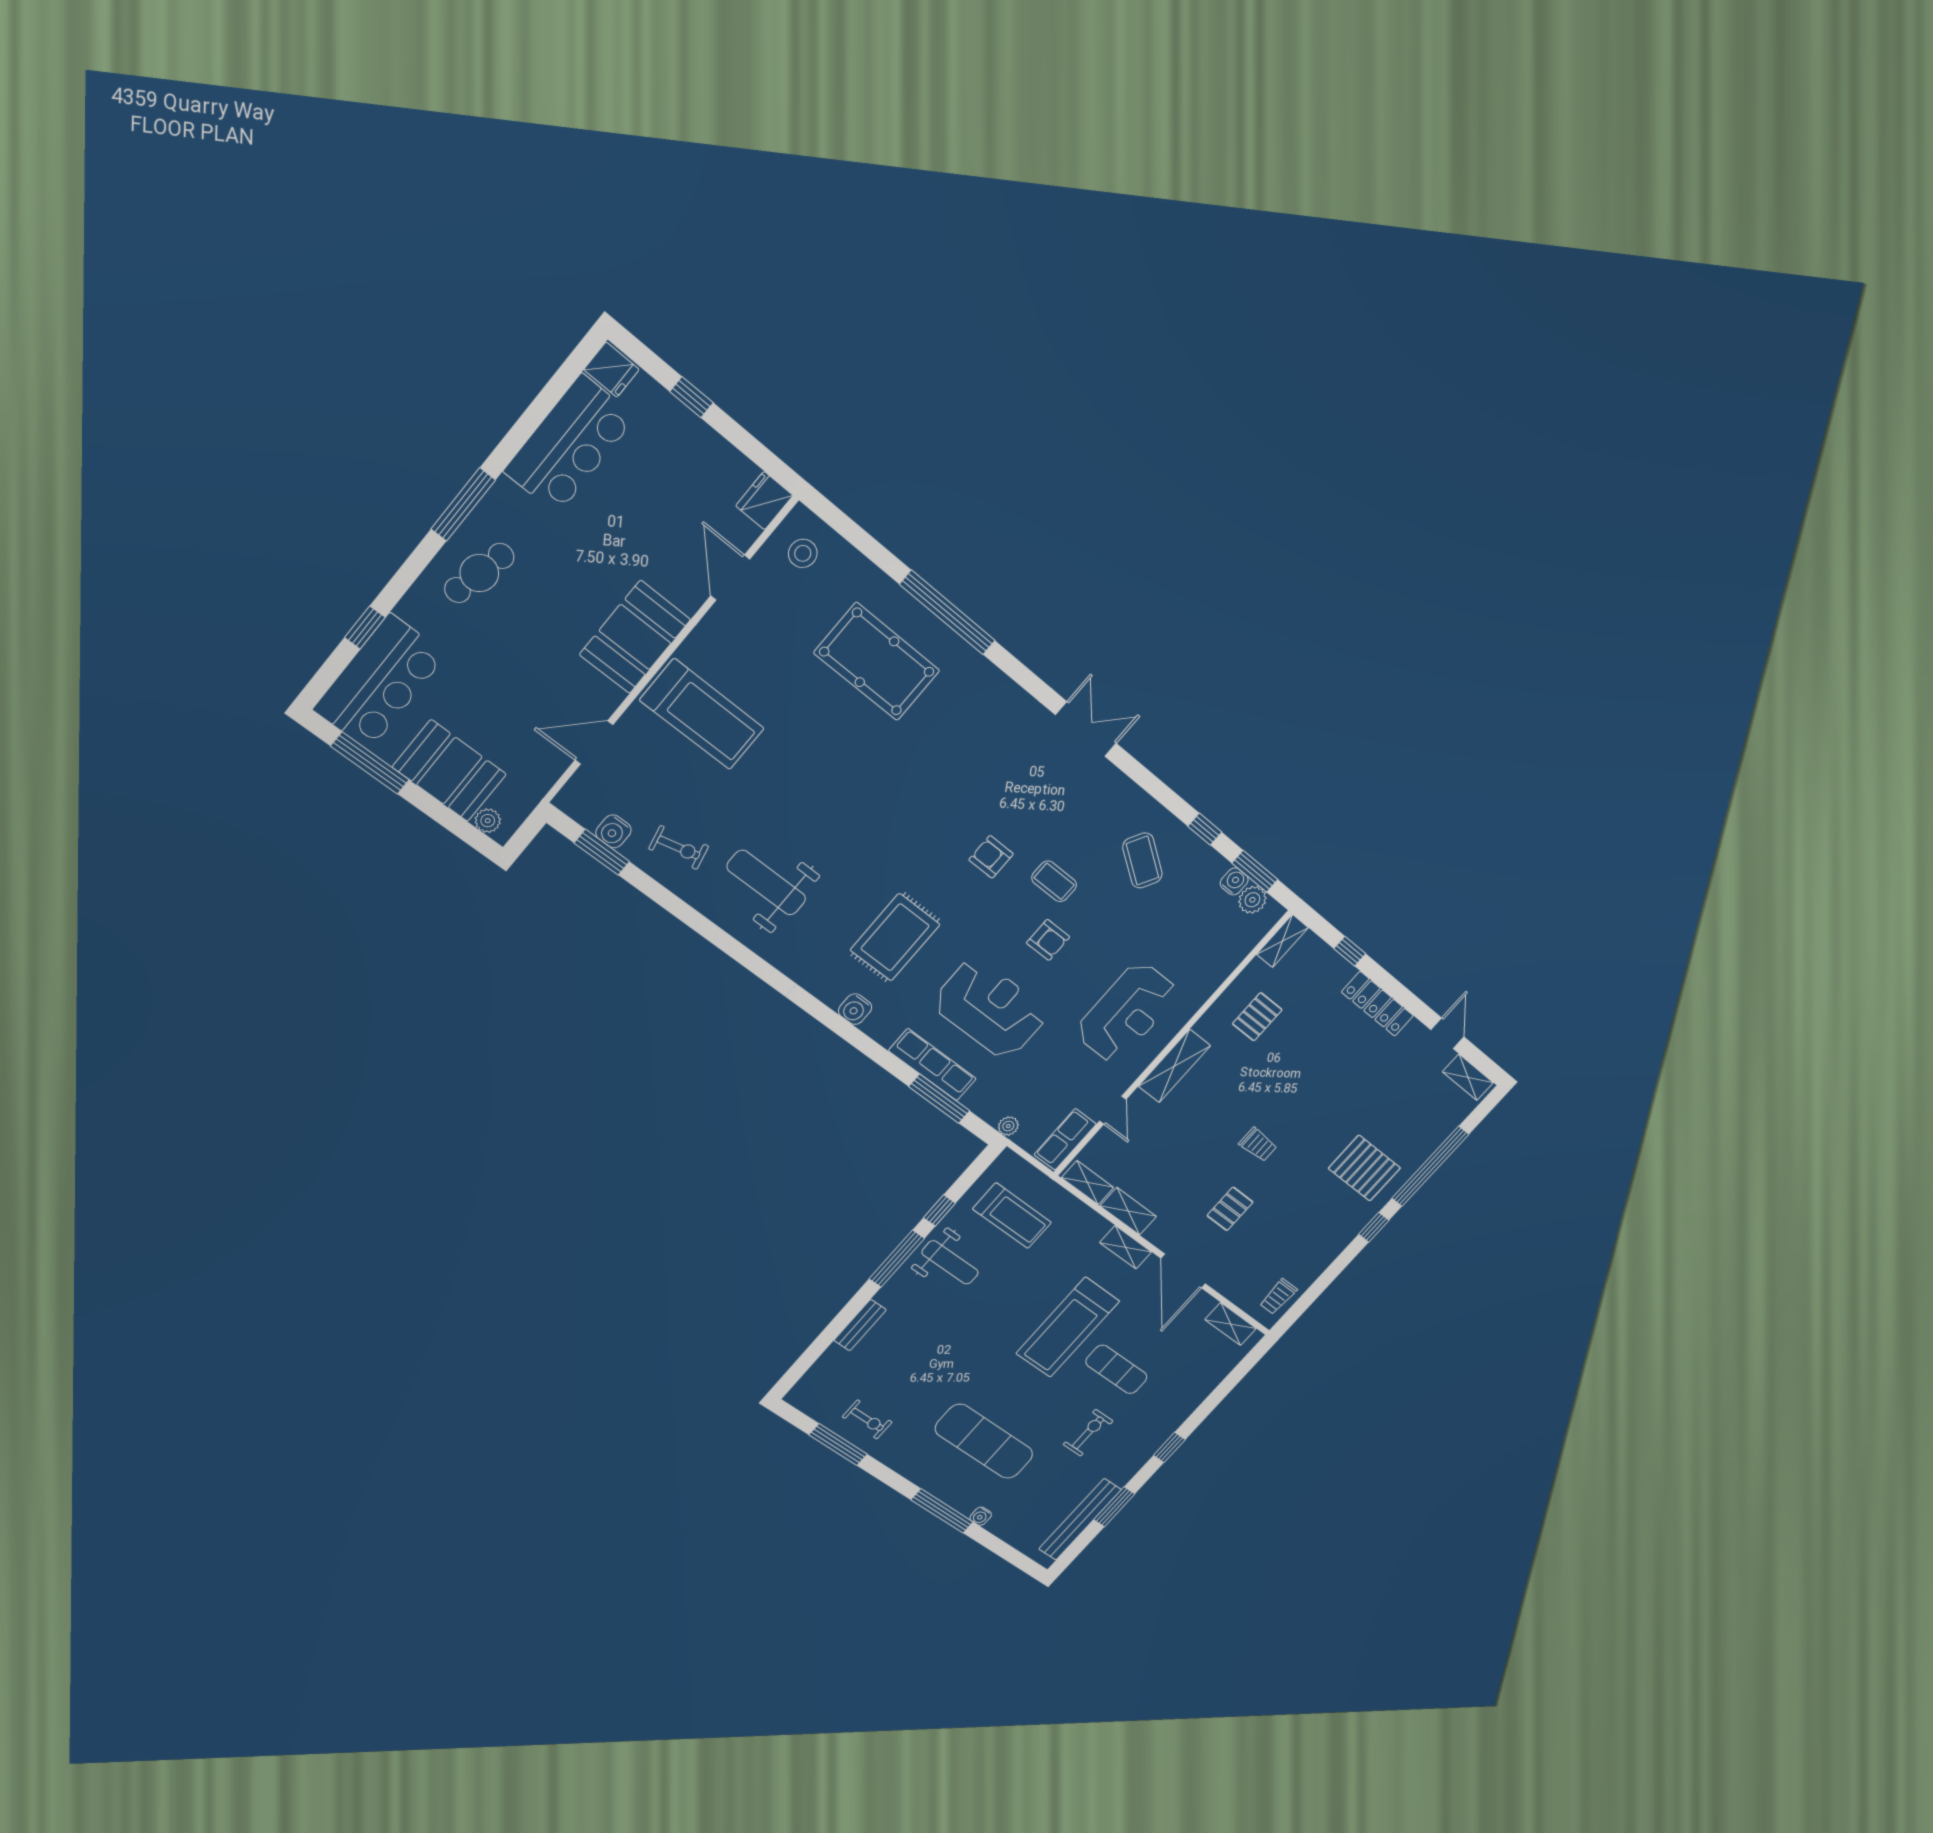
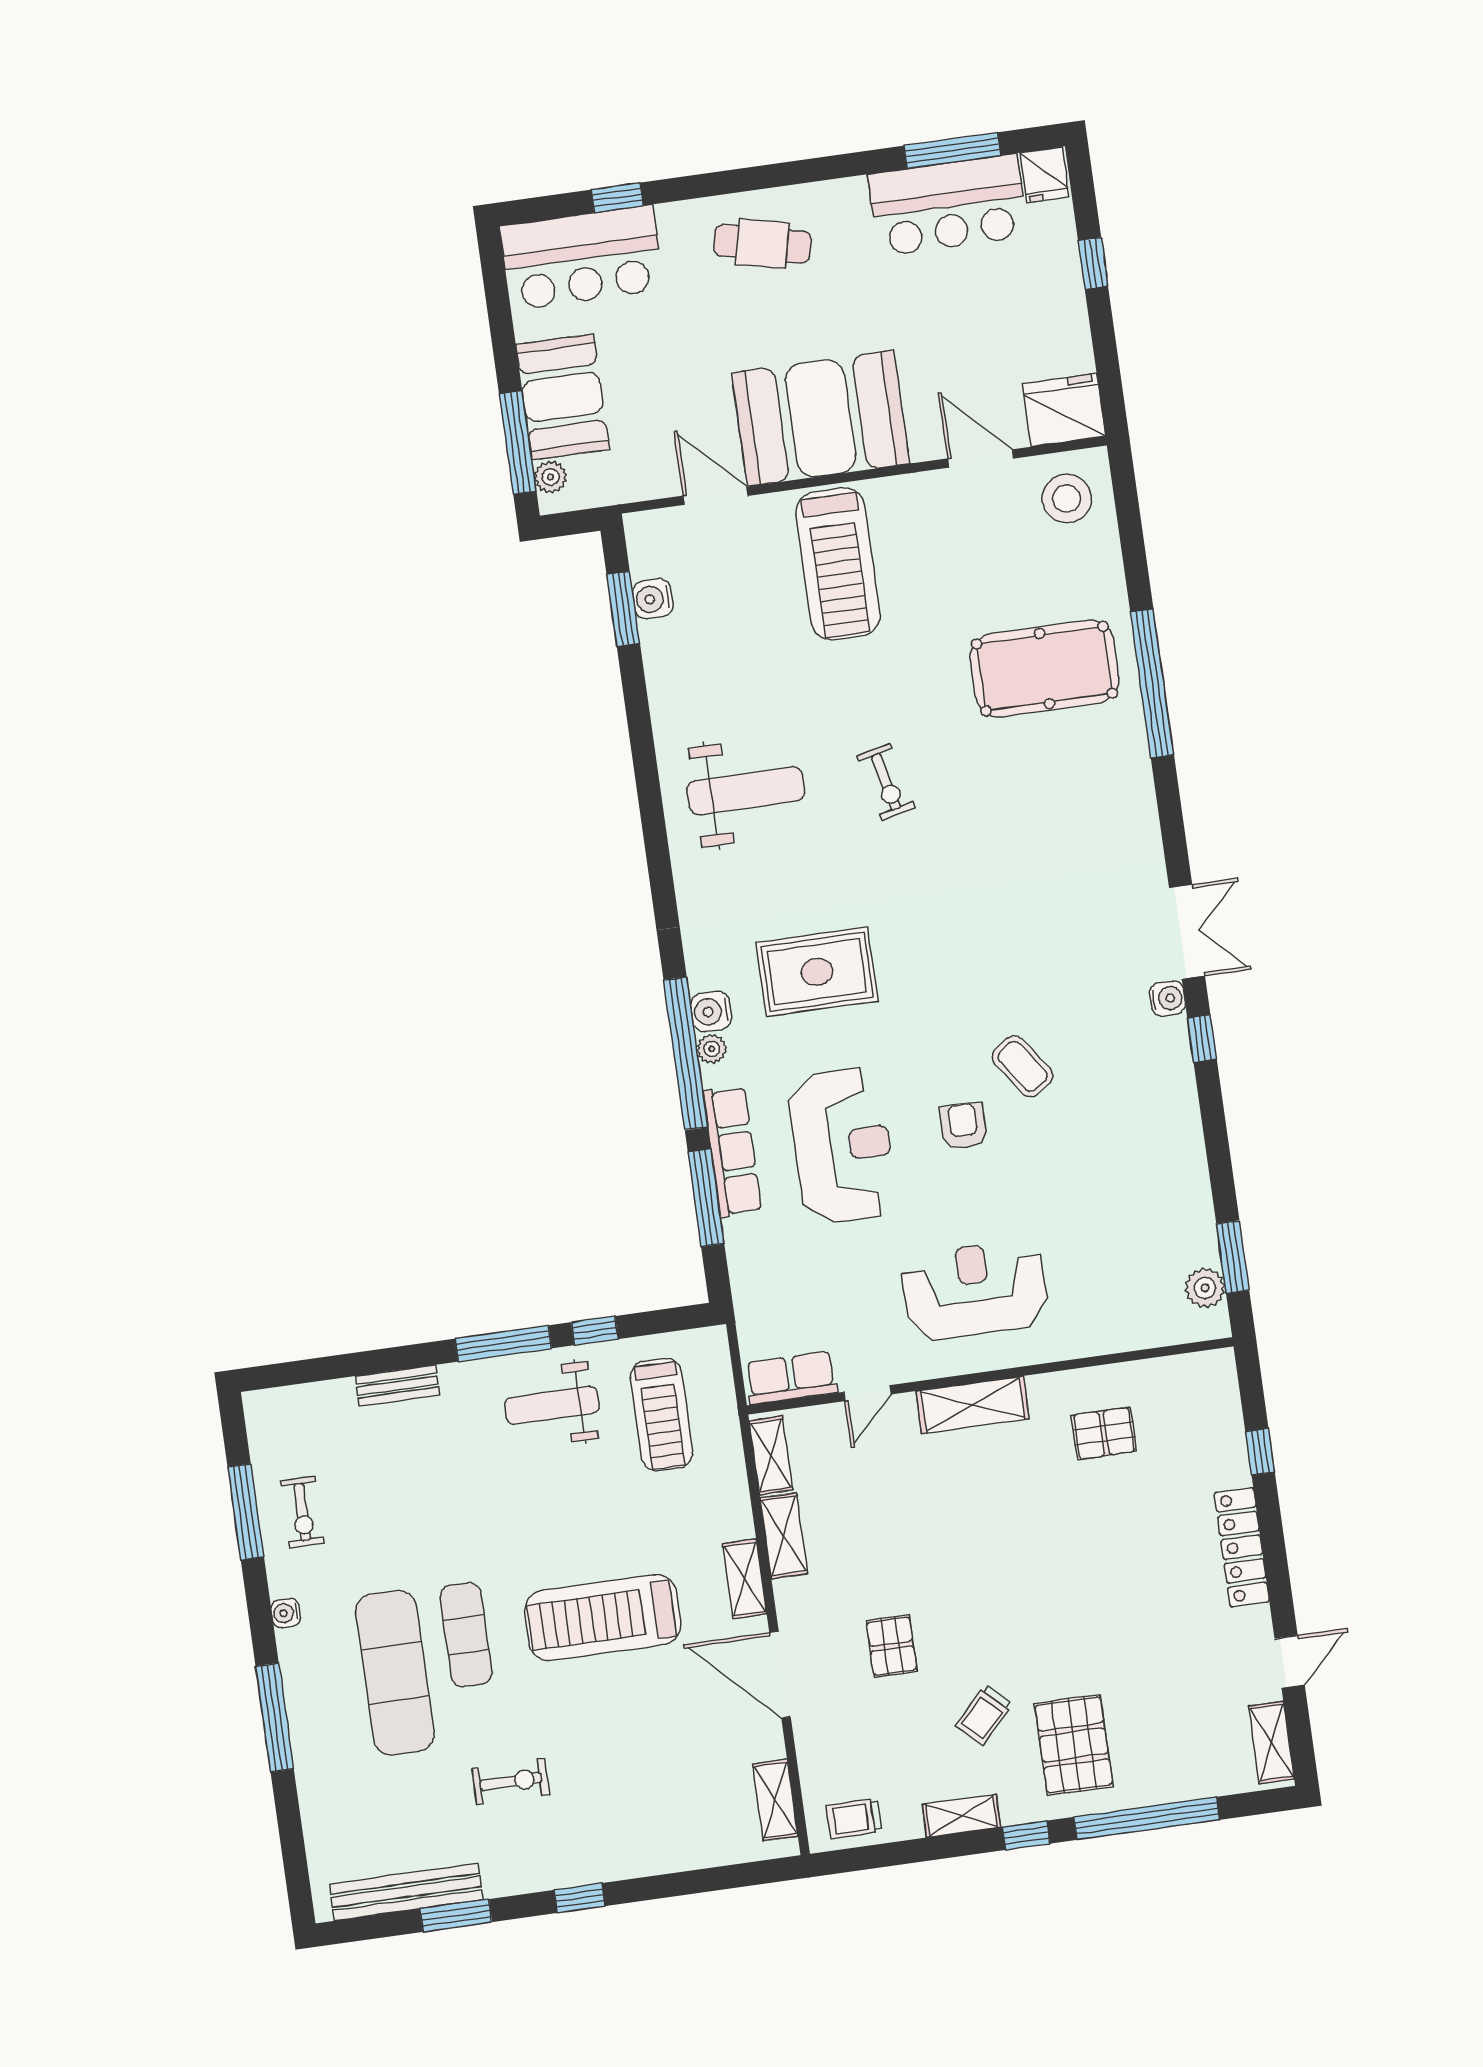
fridge: (764, 501) -> (1064, 410), width x1.36, depth x1.34
window: (463, 504) -> (952, 150), moved
stool: (803, 553) -> (1067, 498), width x1.38, depth x1.38
door: (730, 578) -> (981, 458), hinge flipped
booth: (635, 637) -> (821, 418), width x1.36, depth x1.42
pool table: (877, 662) -> (1045, 669), turned 90
window: (370, 763) -> (518, 443), moved
window: (1205, 829) -> (1202, 1039), moved
exercise bike: (679, 848) -> (886, 782), moved
armchair: (991, 857) -> (983, 978), removed
coffee table: (1142, 860) -> (1129, 1131), removed
coffee table: (1054, 881) -> (1022, 1066), turned -35
water cooler: (1234, 881) -> (1168, 998), moved
weight bench: (766, 883) -> (746, 791), turned 90
armchair: (1048, 940) -> (963, 1126), turned 180
shelving: (1282, 941) -> (961, 1816), moved
reception desk: (1127, 1012) -> (975, 1290), turned 180
window: (861, 1042) -> (686, 1054), added
plant: (1008, 1126) -> (712, 1049), moved
trolley: (1258, 1145) -> (984, 1715), moved, turned 44
pallet: (1230, 1209) -> (892, 1646), turned 90
weight bench: (950, 1262) -> (552, 1405), turned 90
door: (1183, 1271) -> (780, 1675), hinge flipped
exercise mat: (1116, 1369) -> (466, 1635), moved
water cooler: (981, 1516) -> (286, 1613), moved

